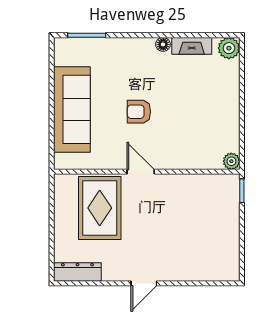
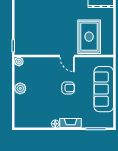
fireplace: (192, 46) -> (71, 123), moved
plant: (229, 48) -> (20, 88), moved

